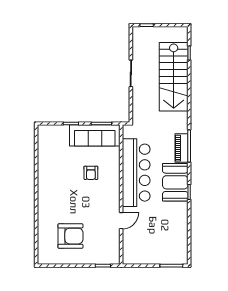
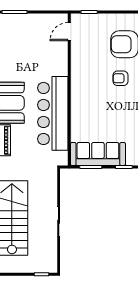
armchair: (91, 173) -> (120, 78), moved, turned -90
door: (121, 221) -> (69, 32), moved

